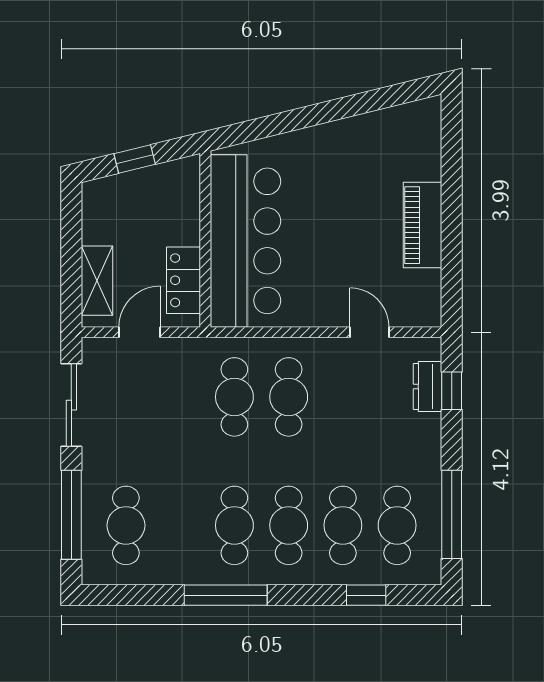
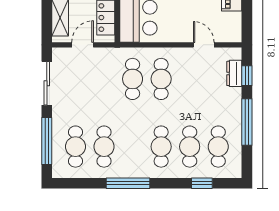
window: (452, 514) -> (247, 122), moved
cafe table: (234, 525) -> (104, 147), moved

